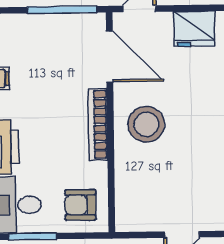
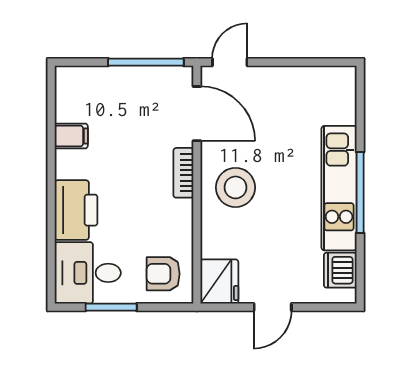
fridge: (195, 29) -> (219, 282), moved, turned -90
bookcase: (98, 124) -> (183, 173), width x0.64

